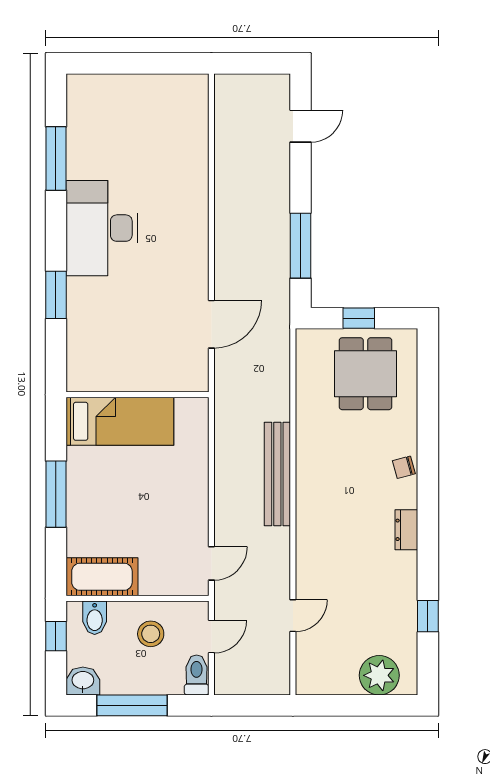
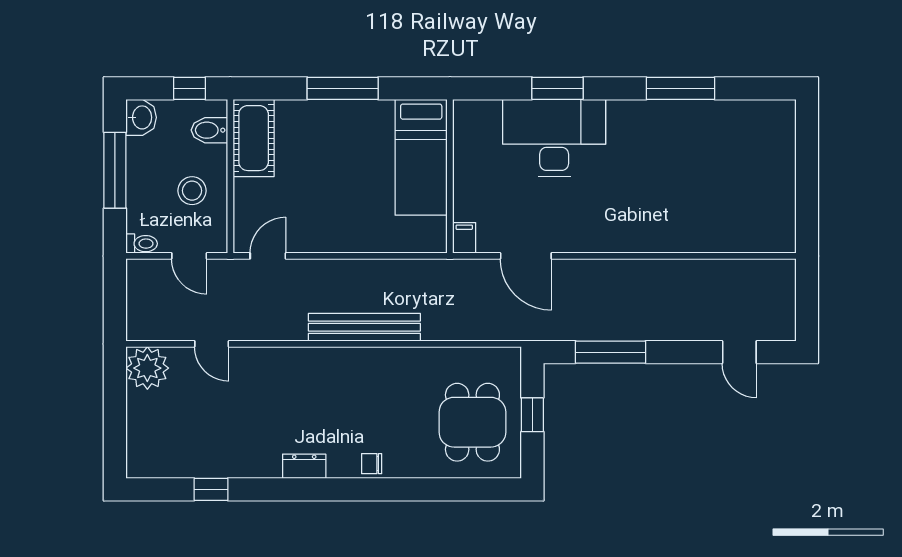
window: (56, 158) -> (680, 88), moved
desk: (102, 228) -> (554, 138), moved
dining table: (365, 374) -> (472, 422), turned 90
filing cabinet: (195, 381) -> (464, 238), added
chair: (404, 467) -> (372, 464), turned -75
door: (211, 563) -> (268, 256), swing flipped
toilet: (197, 675) -> (142, 244), width x0.73, depth x0.72
plant: (379, 675) -> (147, 368), moved

